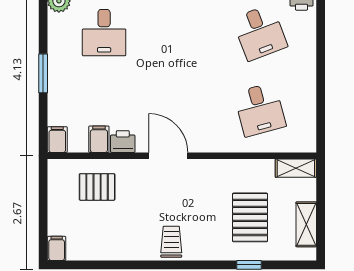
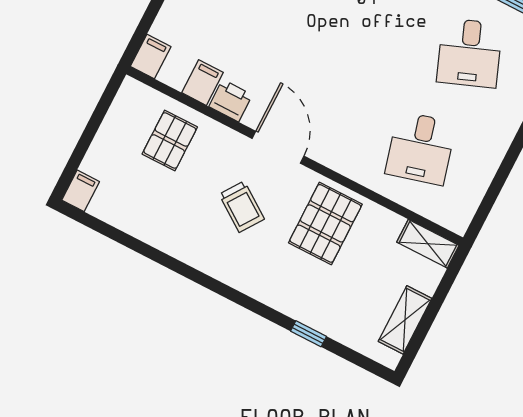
pallet: (97, 187) -> (170, 140), turned 90
pallet: (250, 217) -> (325, 223), moved
trolley: (171, 242) -> (242, 207), moved, turned 125

